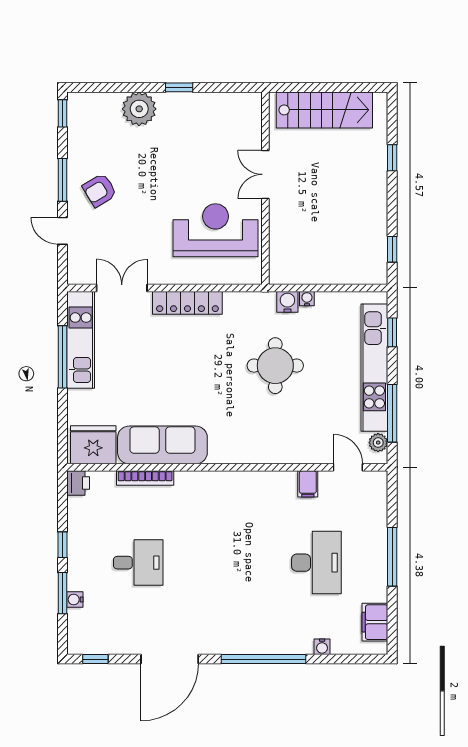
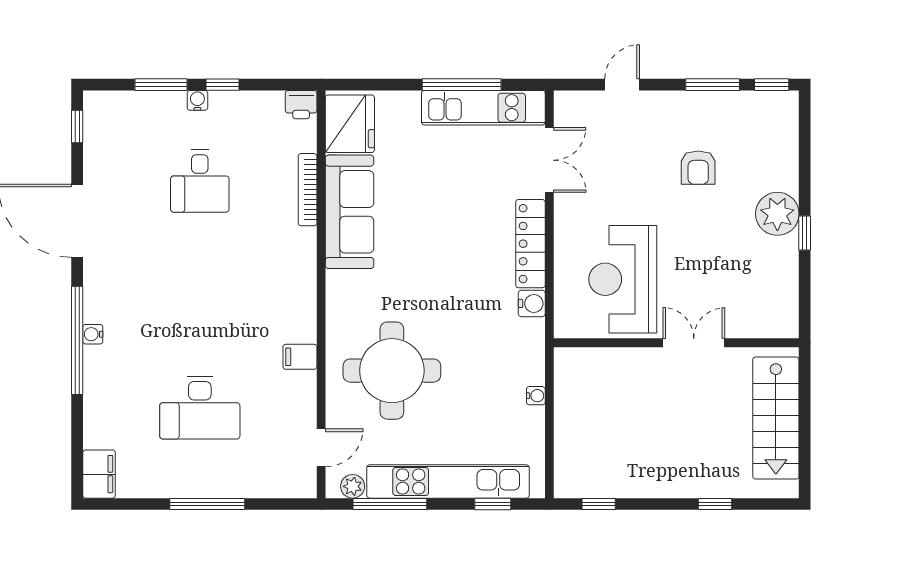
plant: (139, 109) -> (777, 214), moved
window: (62, 180) -> (713, 85), moved
armchair: (100, 190) -> (698, 168), moved, turned -149
reception desk: (215, 230) -> (623, 279), turned 180
water cooler: (287, 302) -> (532, 303), moved
round table: (275, 366) -> (392, 371), moved, width x1.36, depth x1.36
filing cabinet: (308, 484) -> (300, 357), moved
water cooler: (75, 599) -> (197, 100), moved
filing cabinet: (375, 622) -> (99, 474), moved, turned 90
water cooler: (322, 647) -> (93, 334), moved

